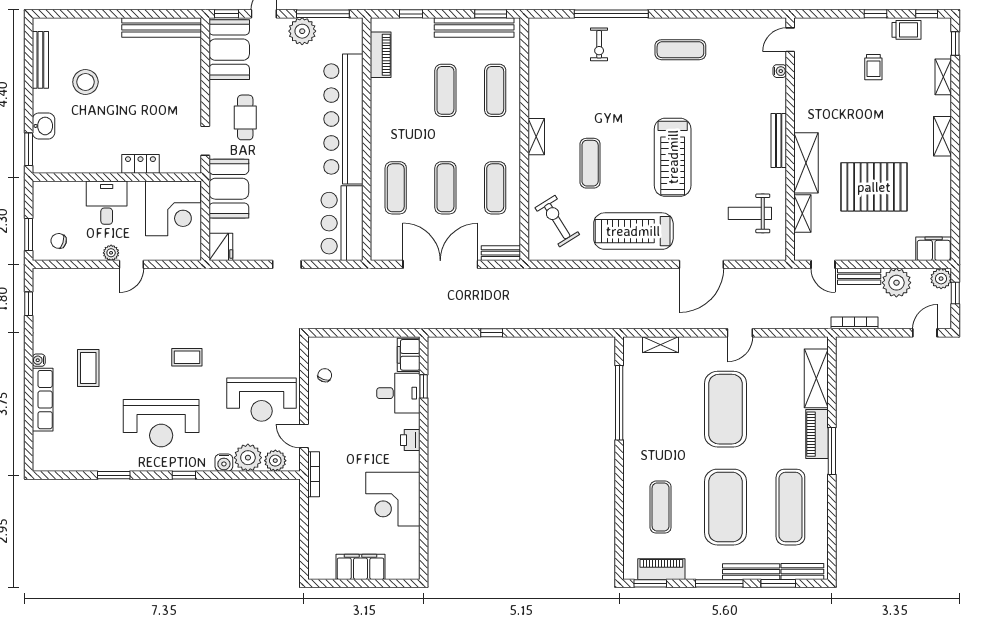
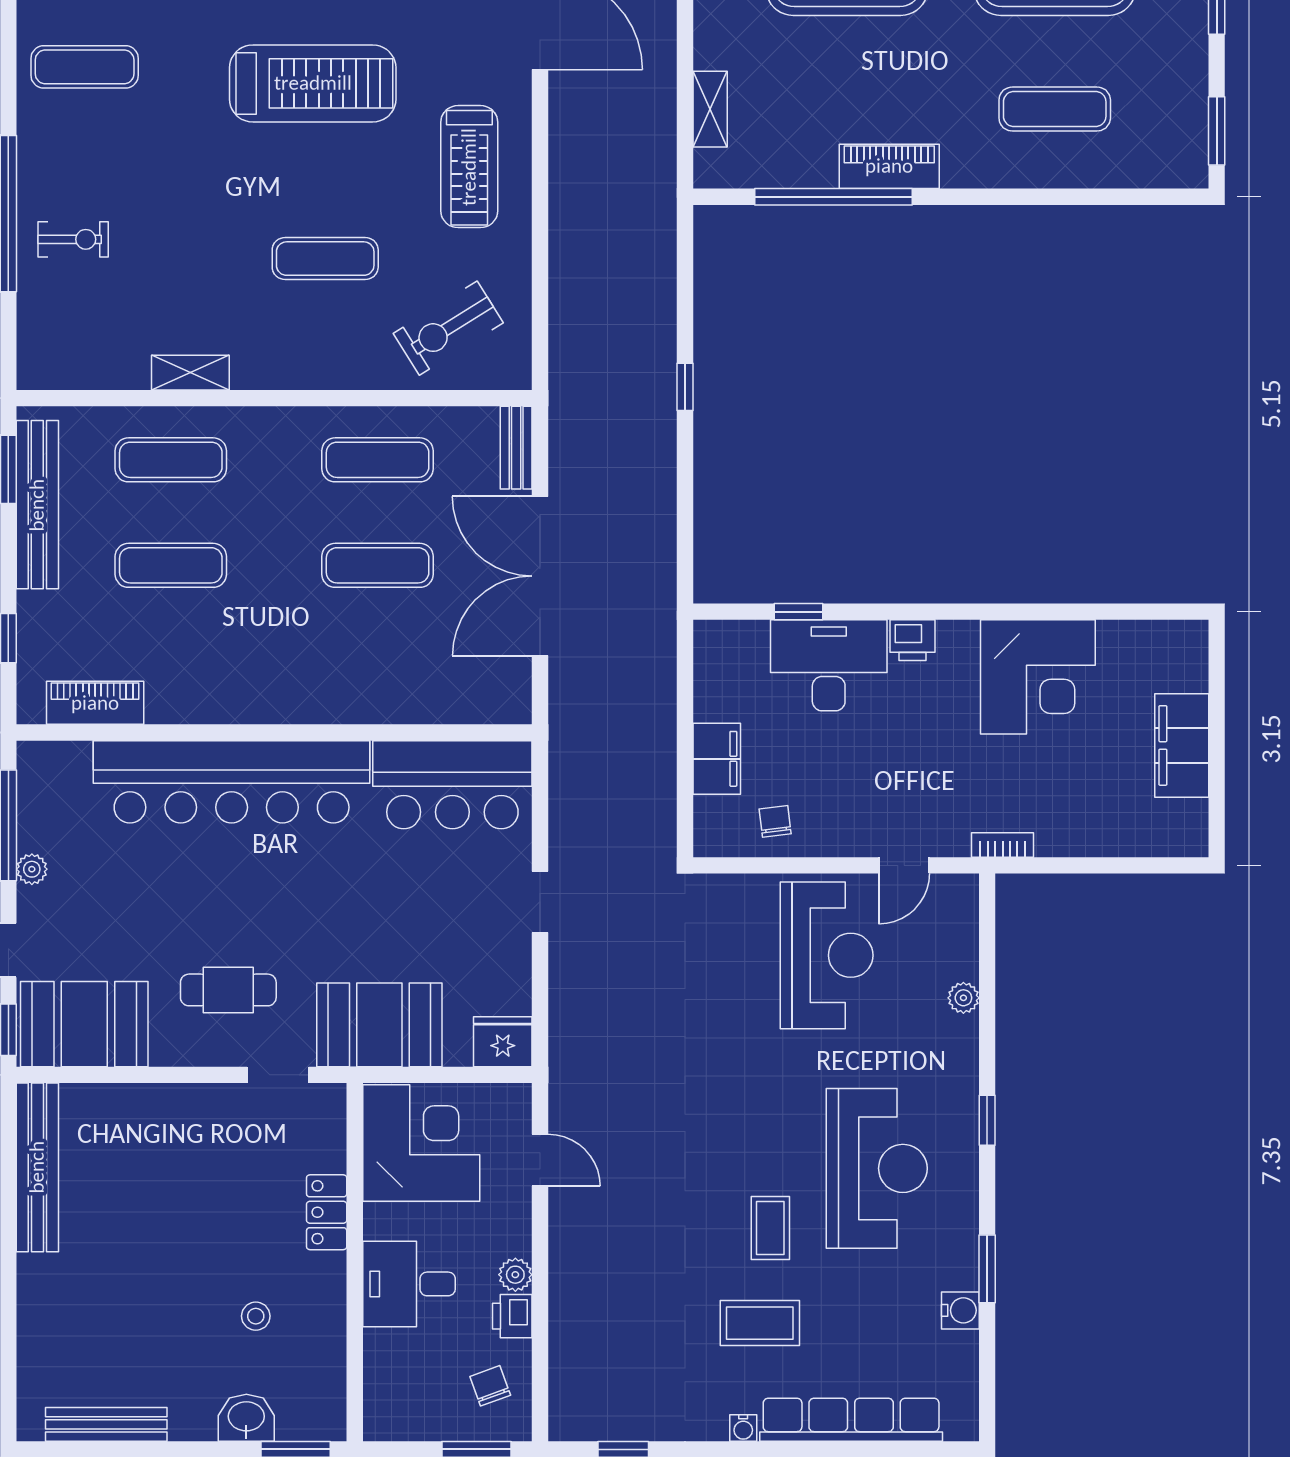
plant: (302, 31) -> (32, 869), width x0.53, depth x0.53
exercise mat: (680, 50) -> (85, 67), turned 90
stool: (85, 82) -> (256, 1316), moved, width x0.53, depth x0.53
shelving: (536, 137) -> (190, 373), moved
exercise mat: (396, 188) -> (378, 671), removed
treadmill: (633, 231) -> (469, 167), width x0.73, depth x0.73
chair: (59, 241) -> (490, 1386), turned 143
printer: (91, 251) -> (512, 1316), added
door: (131, 264) -> (540, 1160), moved
window: (492, 333) -> (685, 387), moved
filing cabinet: (409, 355) -> (717, 759), moved, turned -90
coffee table: (187, 357) -> (770, 1228), moved
chair: (325, 375) -> (775, 821), turned 65
desk: (398, 393) -> (829, 665), width x1.37
row of seats: (43, 400) -> (851, 1420), width x1.36
plant: (248, 458) -> (963, 998), width x0.53, depth x0.53
plant: (275, 461) -> (956, 926), removed
water cooler: (224, 463) -> (960, 1310), moved
bookcase: (314, 474) -> (1003, 845), width x0.64
piano: (661, 569) -> (889, 166), moved, turned 90

